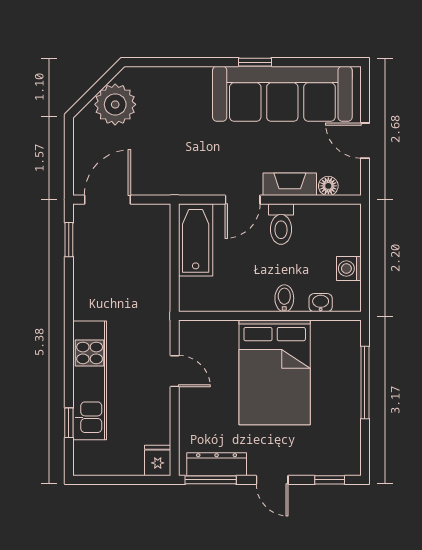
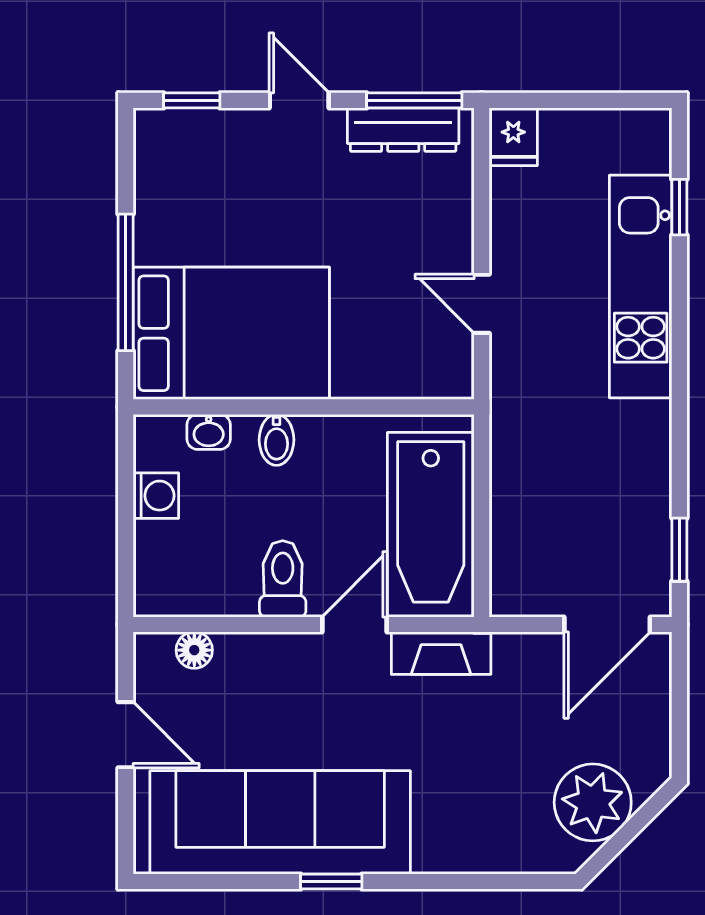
fireplace: (290, 184) -> (441, 653), moved
bathtub: (196, 240) -> (431, 525), width x1.36, depth x1.36
bed: (275, 372) -> (231, 333), moved, turned 90

